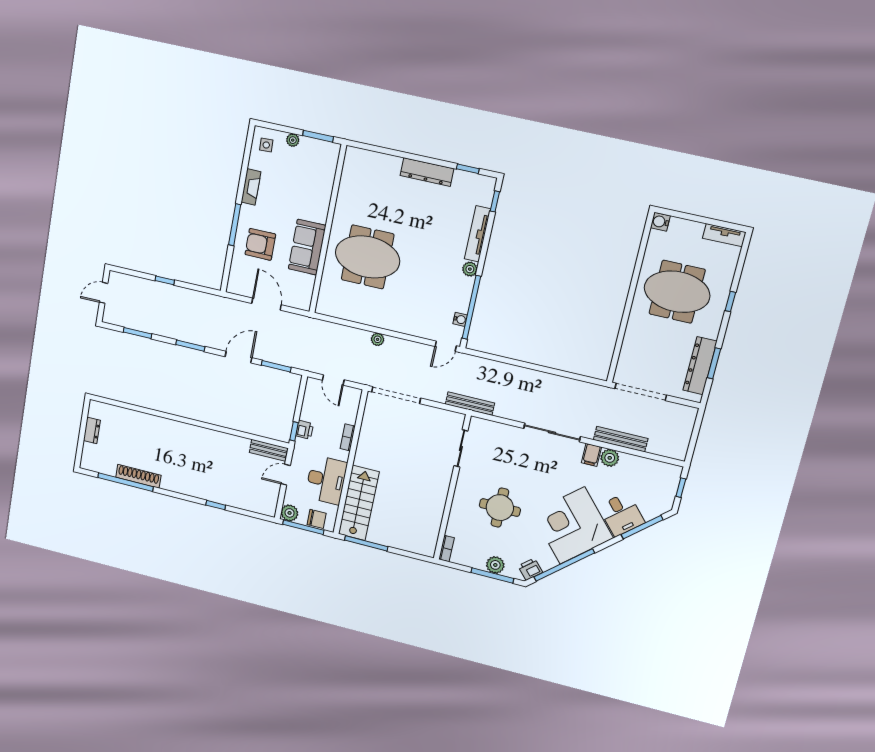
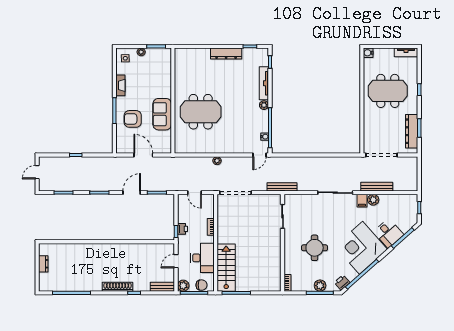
bench: (268, 450) -> (162, 287), moved
shoe rack: (138, 476) -> (118, 287), moved

